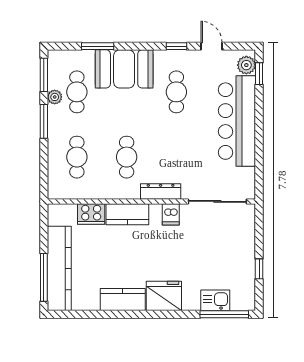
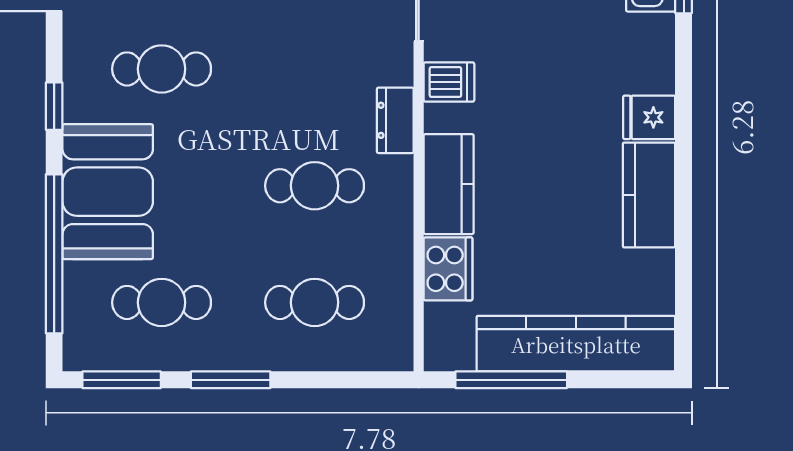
window: (98, 46) -> (54, 254), width x2.11
window: (176, 46) -> (54, 106), moved
plant: (55, 97) -> (174, 355), removed
dresser: (161, 191) -> (395, 120), width x0.70
window: (44, 277) -> (511, 380), moved
fridge: (164, 296) -> (649, 117), width x0.53, depth x0.75

